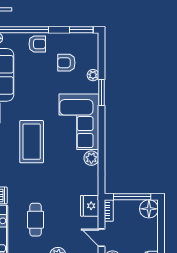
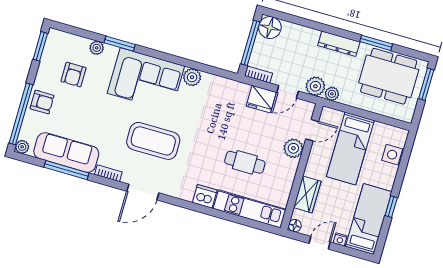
armchair: (37, 44) -> (42, 102), turned 90
fridge: (90, 206) -> (261, 99), moved

